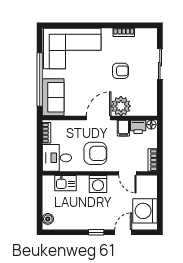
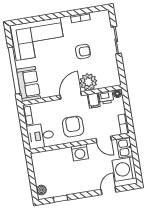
armchair: (95, 153) -> (73, 127), turned -90
kitchen sink: (66, 183) -> (125, 148), moved, turned 90
window: (96, 232) -> (60, 199), moved

